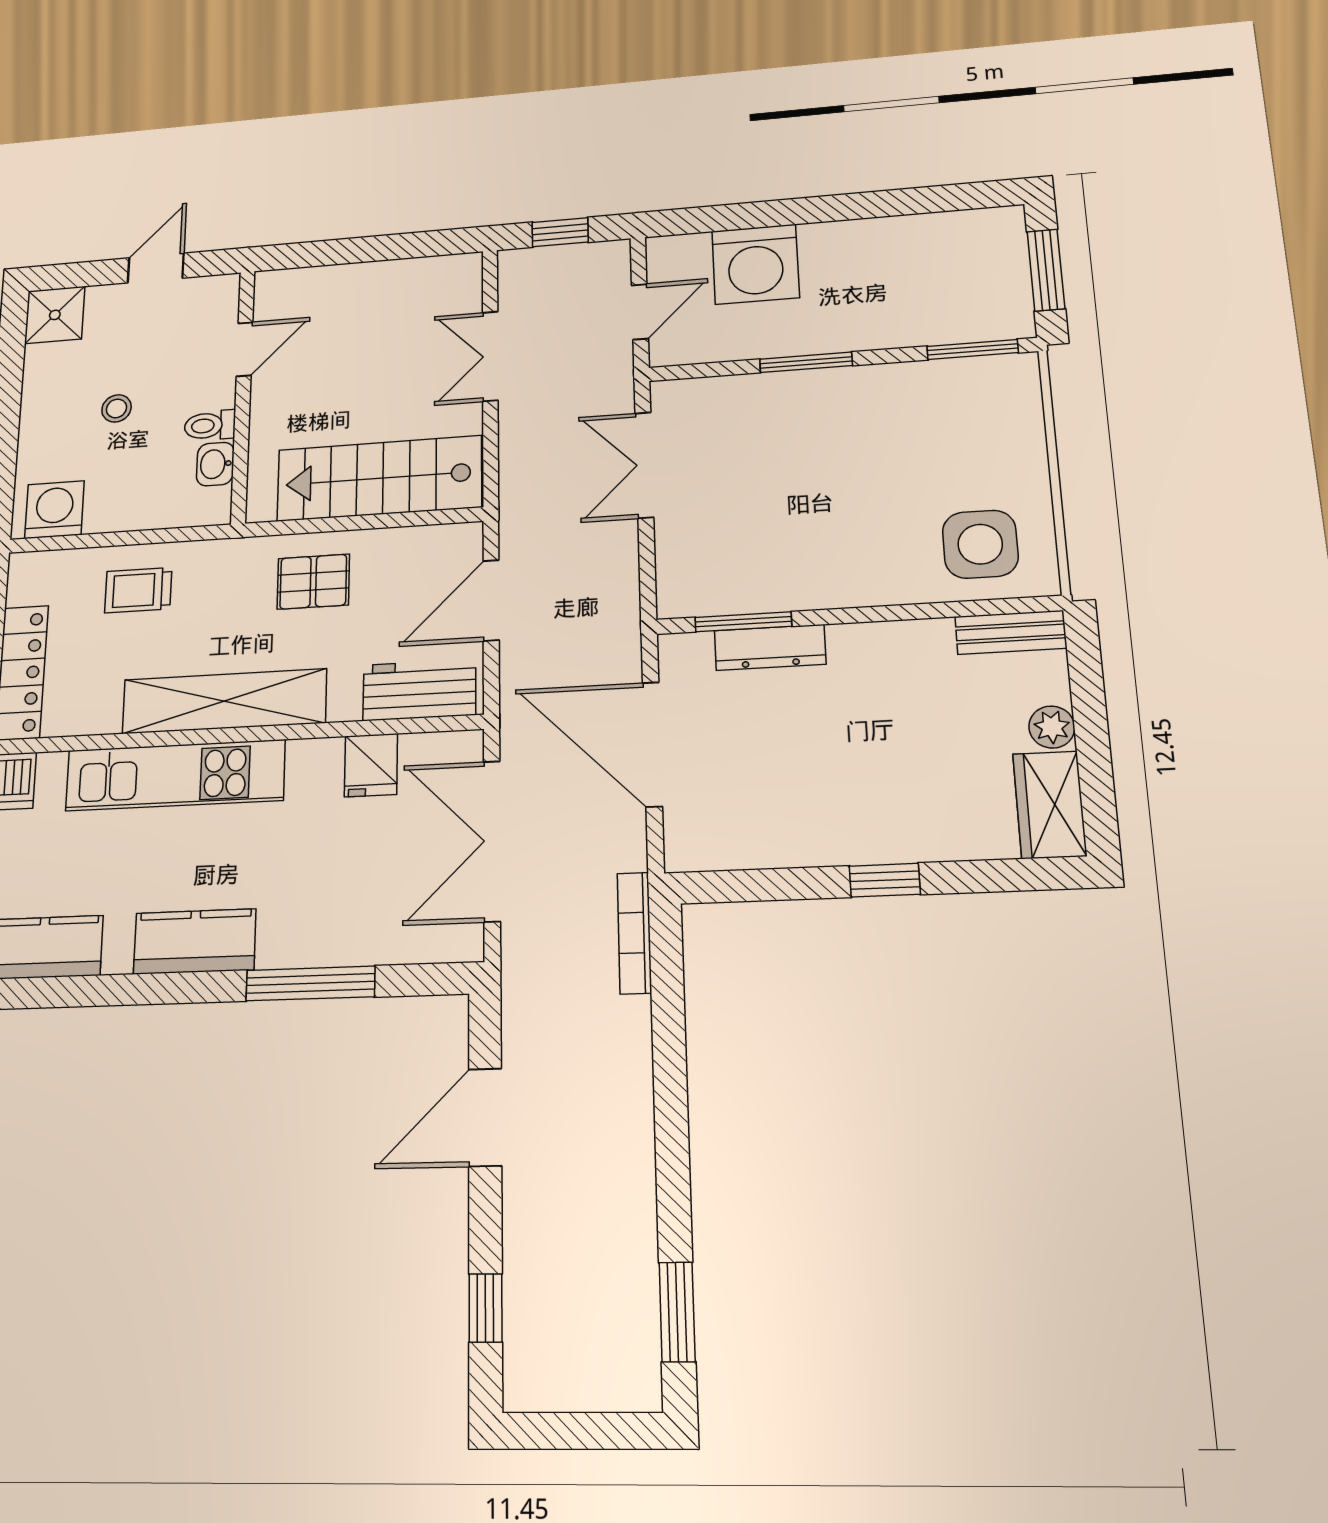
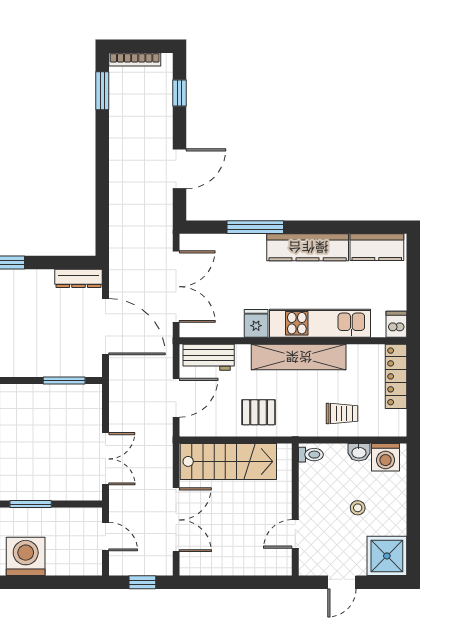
washing machine: (755, 264) -> (26, 556), moved
door: (640, 312) -> (106, 537), swing flipped
shower: (55, 315) -> (387, 556), width x1.36, depth x1.36
double door: (490, 356) -> (176, 520), width x1.37
toilet: (210, 425) -> (311, 455), moved
washbasin: (215, 464) -> (359, 452), moved, turned 90
dresser: (770, 647) -> (79, 278), moved, turned 180
fridge: (371, 765) -> (256, 323), moved
bookcase: (634, 933) -> (135, 59), moved, turned 90
kitchen counter: (195, 941) -> (308, 247), width x1.50

